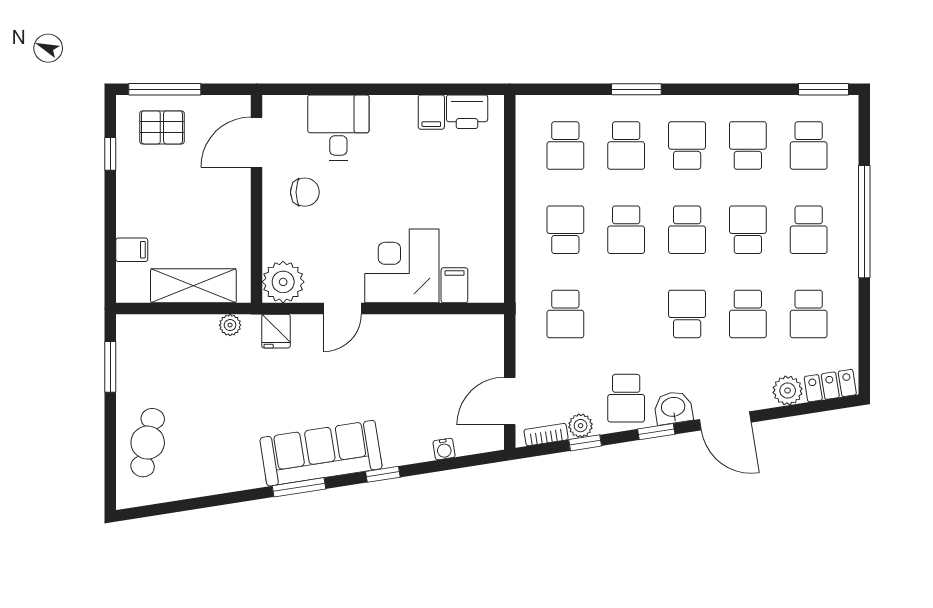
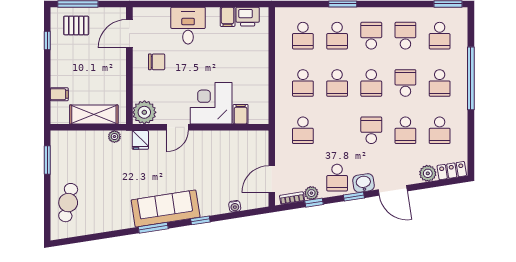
desk: (338, 128) -> (188, 26), moved
school desk: (565, 230) -> (303, 83), turned 180

